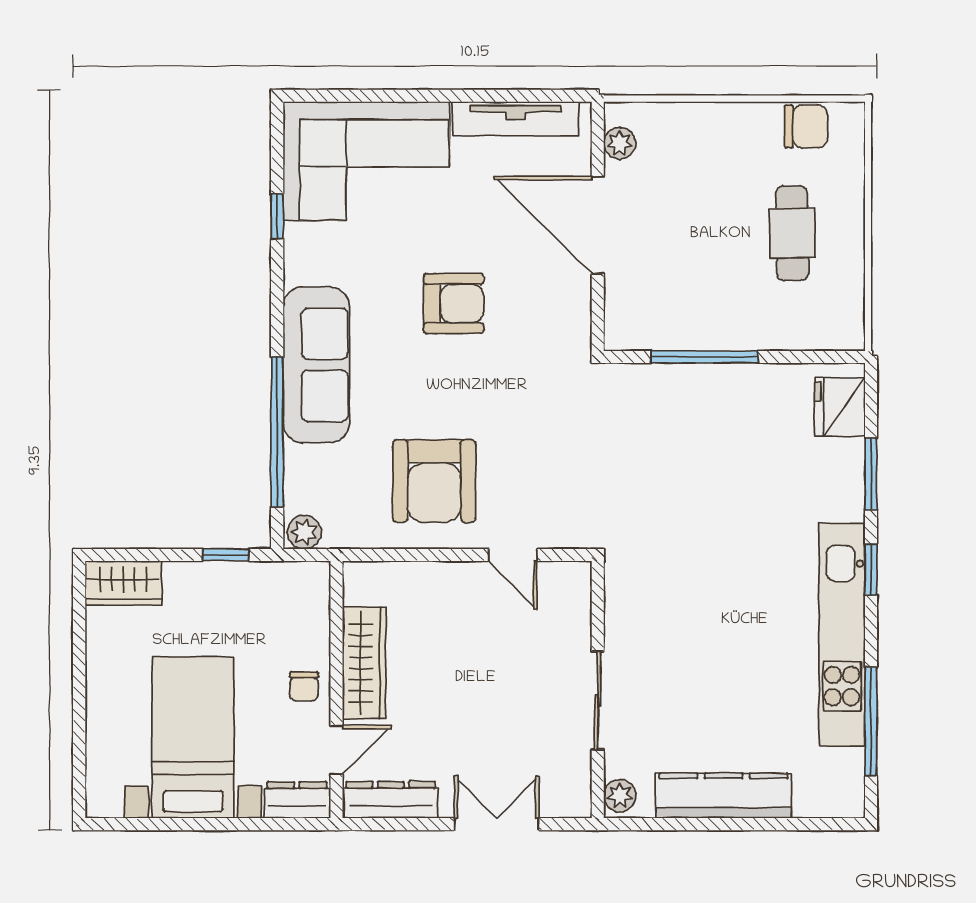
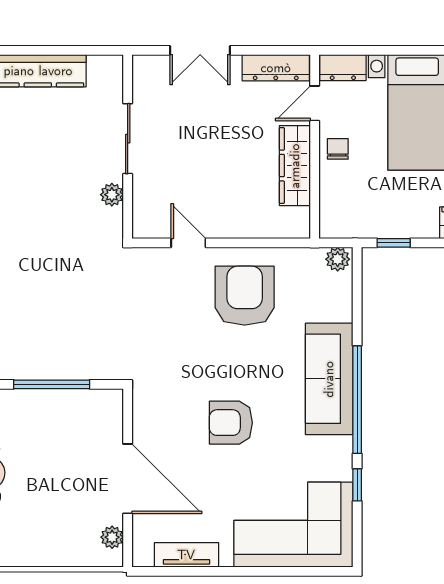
tv unit: (516, 119) -> (186, 555), width x0.71
window: (277, 432) -> (357, 400), moved
plant: (620, 796) -> (112, 195), moved

